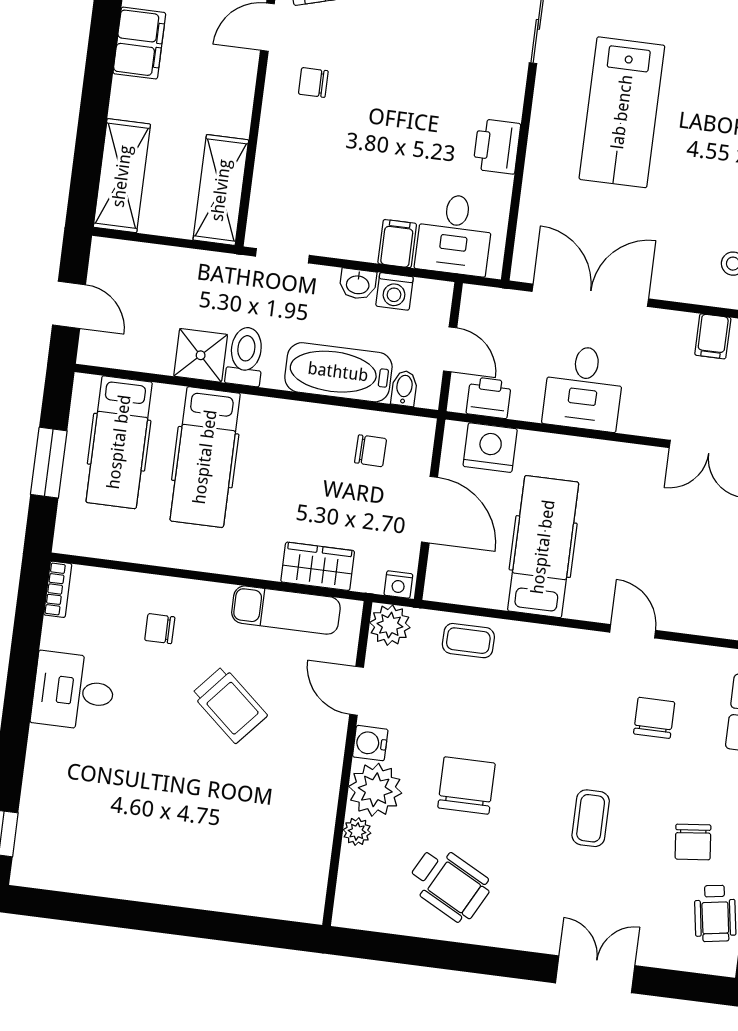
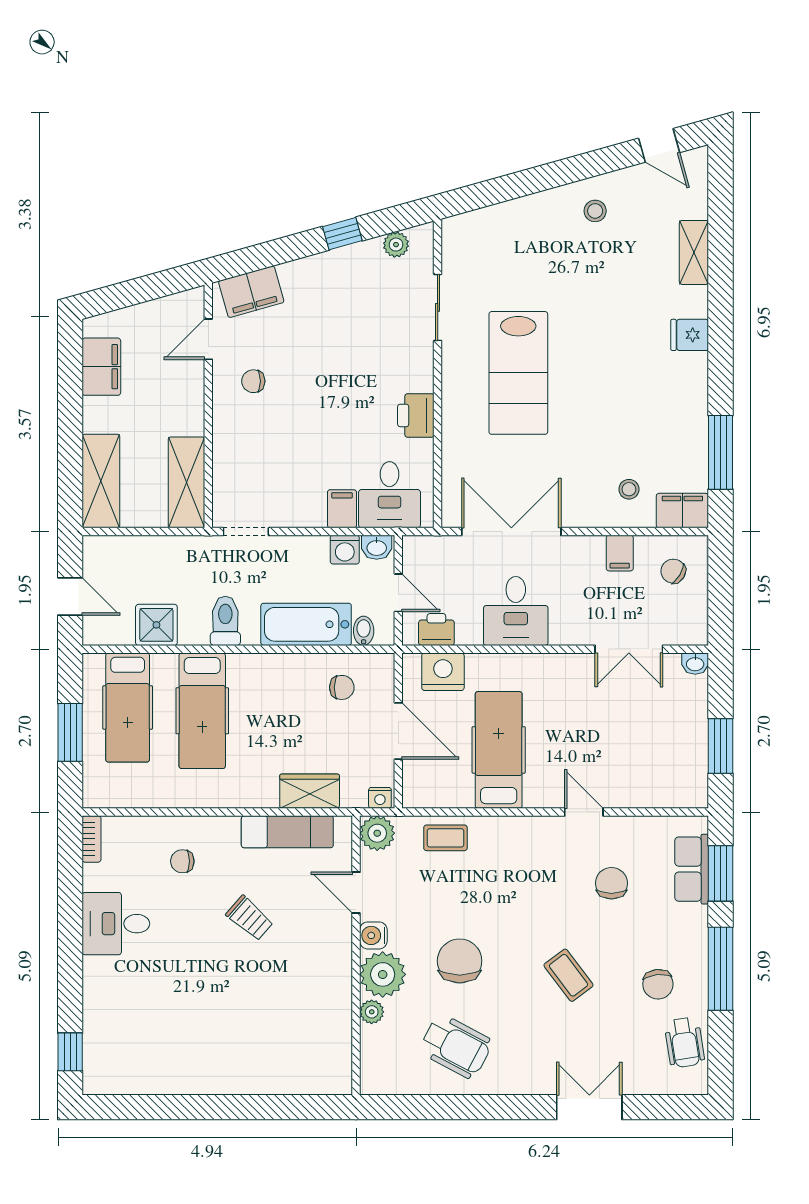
washbasin: (358, 284) -> (377, 547), moved
shower: (201, 355) -> (156, 625), moved
trolley: (229, 705) -> (250, 918), width x0.73, depth x0.72
coffee table: (591, 818) -> (568, 975), turned -37

